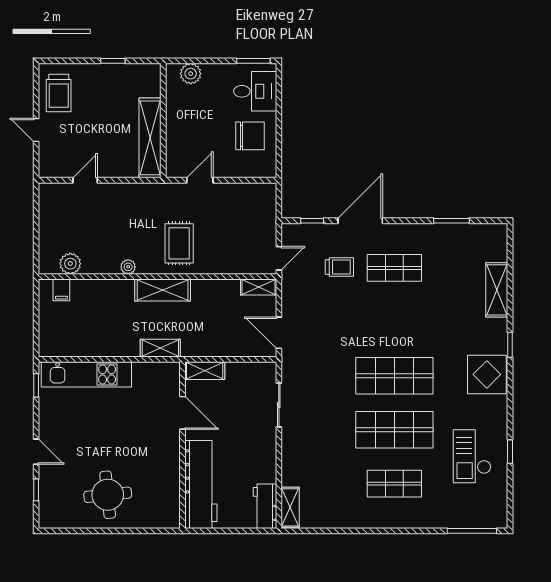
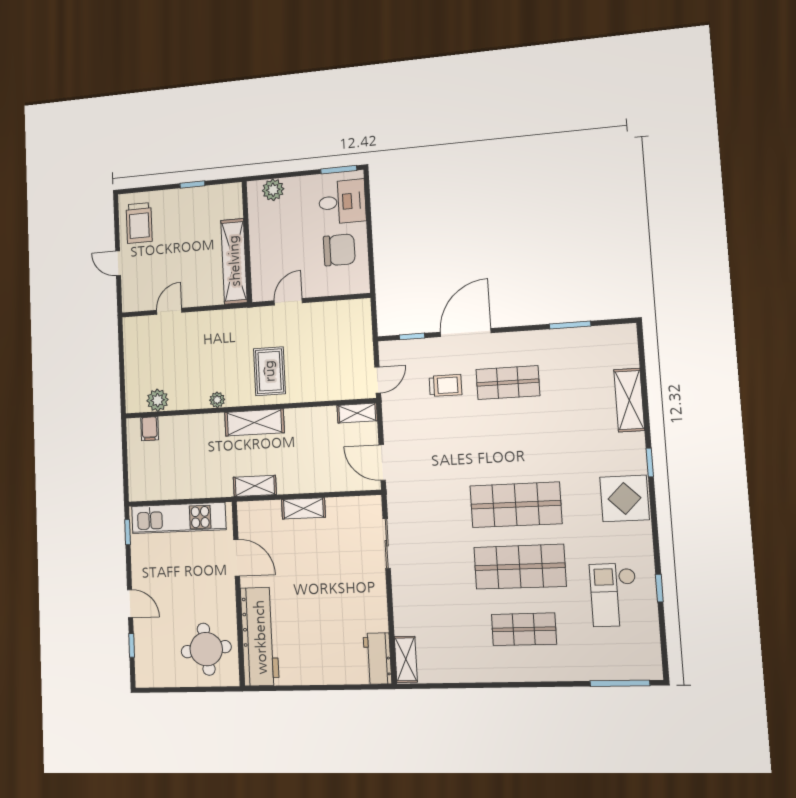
door: (183, 413) -> (237, 558), moved
wall: (183, 445) -> (238, 593), moved
workbench: (201, 485) -> (260, 637), moved

